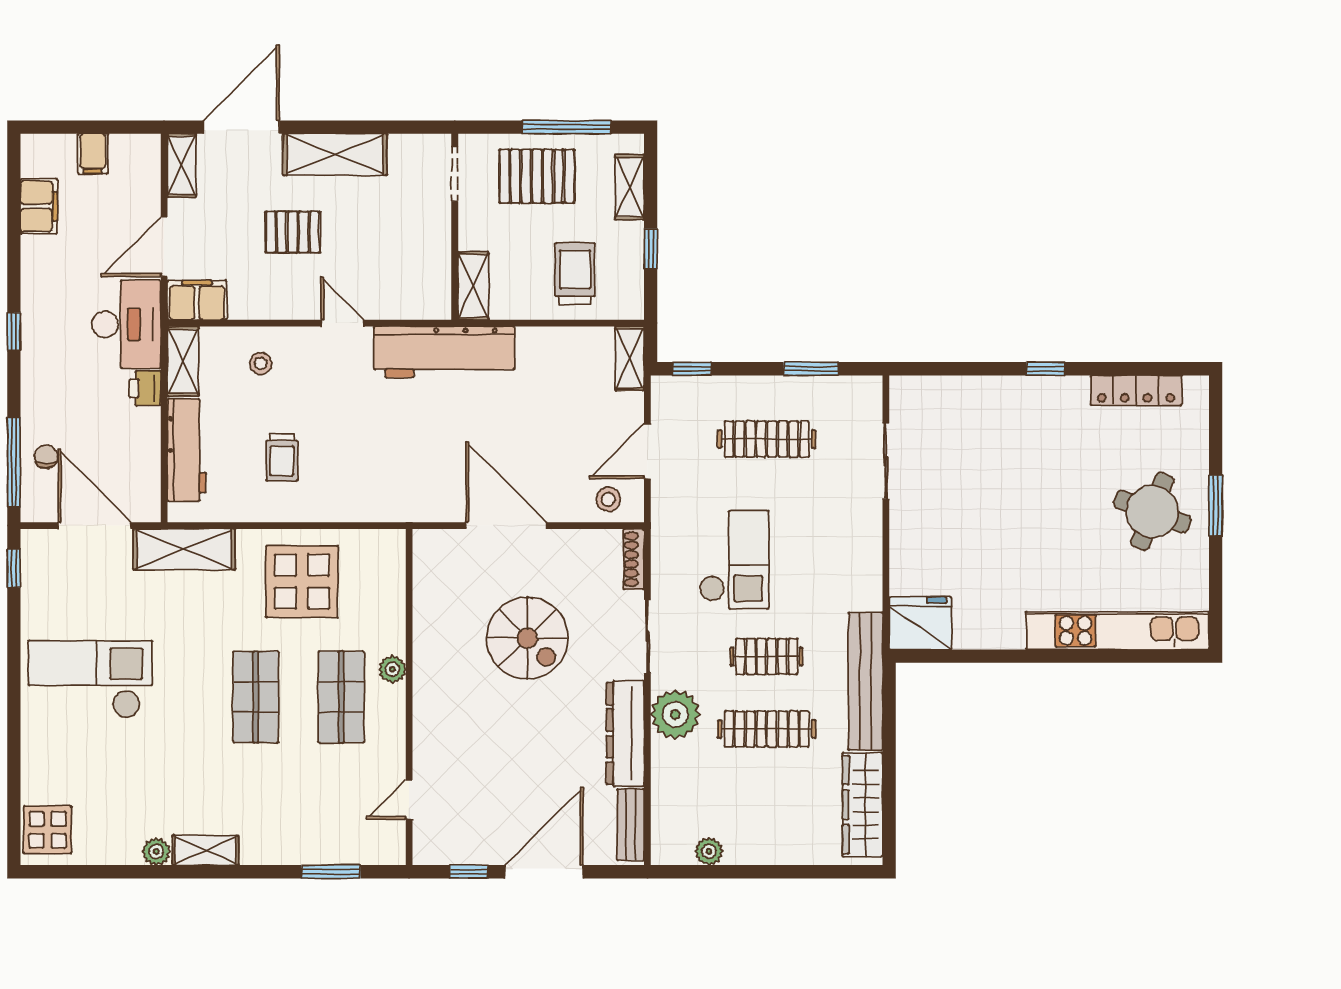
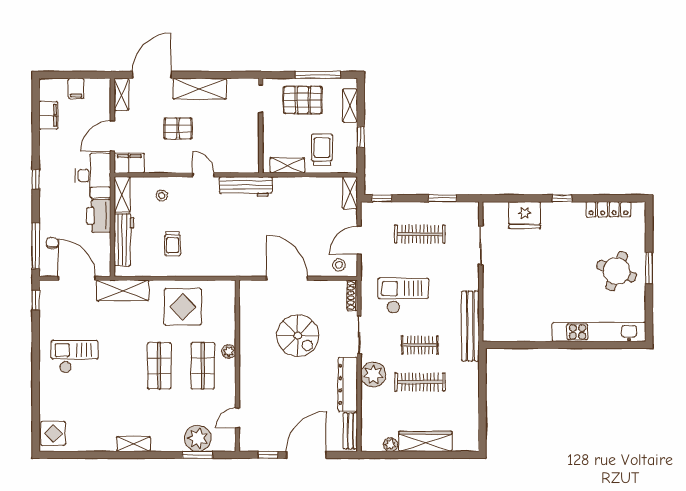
shelving: (473, 286) -> (287, 165), moved, turned 90
workbench: (444, 352) -> (246, 186), width x0.73, depth x0.76
printer: (145, 388) -> (99, 216), width x1.87, depth x1.48
checkout: (734, 560) -> (403, 296), turned -90
fridge: (920, 623) -> (525, 215), moved, turned 180
checkout: (90, 679) -> (75, 357), width x0.73, depth x0.83
bench: (865, 681) -> (470, 326), moved
wardrobe: (862, 805) -> (425, 441), moved, turned 90
plant: (156, 852) -> (198, 438), moved, width x1.88, depth x1.88

